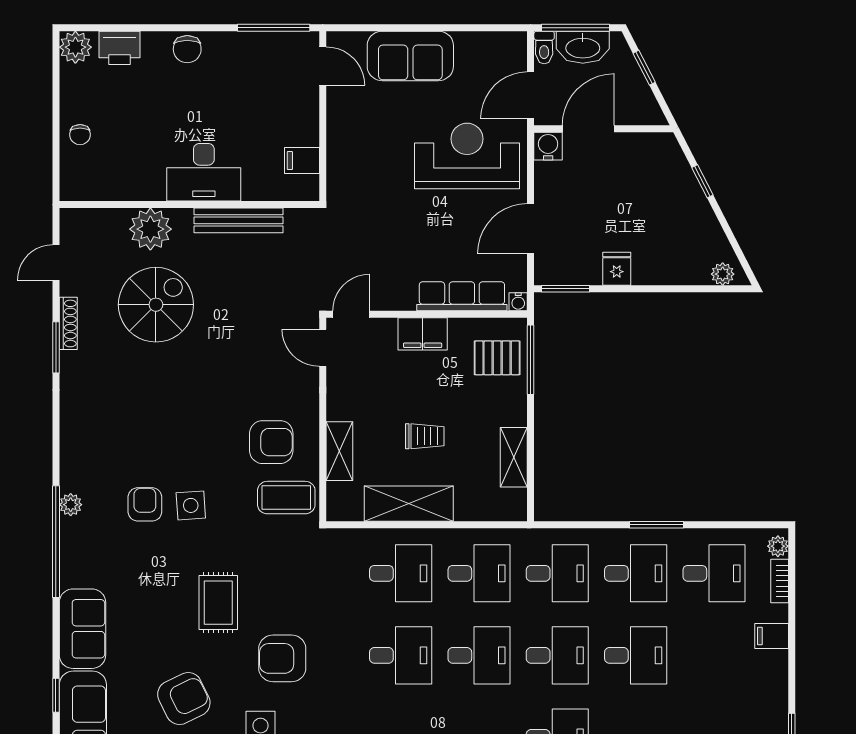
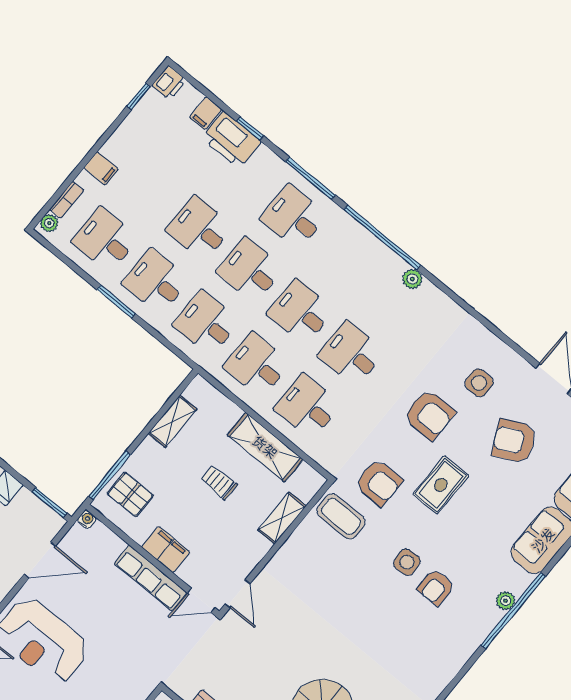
row of seats: (462, 296) -> (151, 578), moved
armchair: (271, 442) -> (379, 483), moved, turned 180
plant: (71, 505) -> (505, 601), moved

